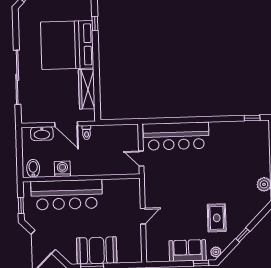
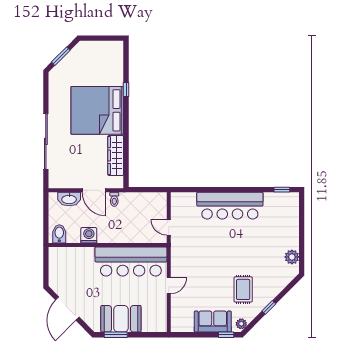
bar counter: (176, 136) -> (230, 206), moved
bar counter: (67, 195) -> (131, 262), moved
window: (21, 205) -> (46, 271), removed

